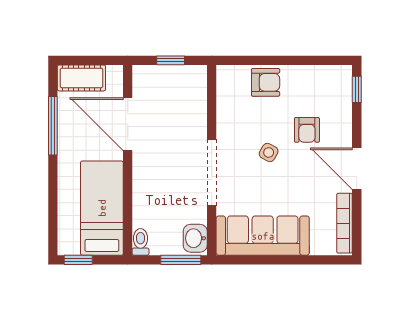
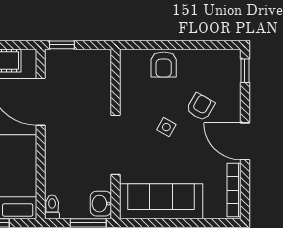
window: (171, 60) -> (62, 45), moved
armchair: (266, 82) -> (164, 64), turned 90
armchair: (307, 130) -> (201, 107), turned -150

